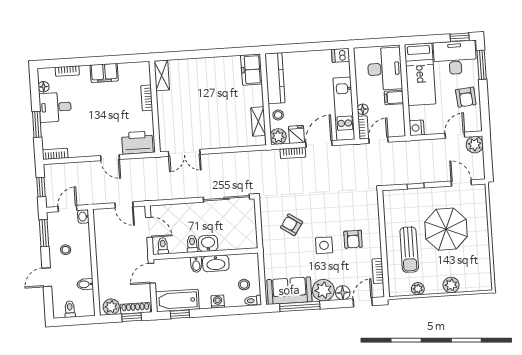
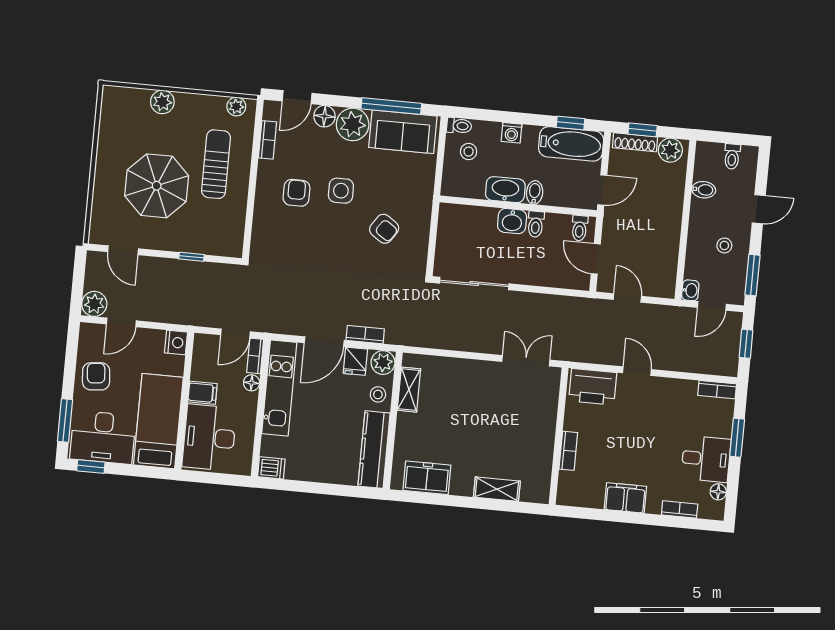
freezer: (251, 70) -> (427, 478), moved, turned -90
shelving: (162, 76) -> (497, 489), moved, turned 90
plant: (418, 289) -> (236, 107), moved

